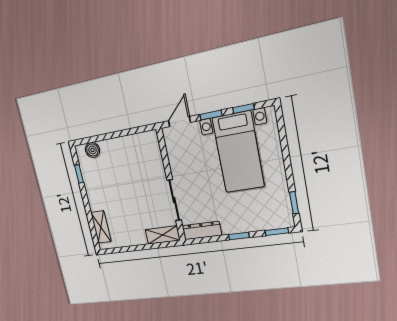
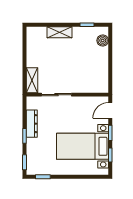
door: (179, 122) -> (110, 110), swing flipped
shelving: (101, 227) -> (59, 32), moved
dresser: (202, 231) -> (32, 124), moved

